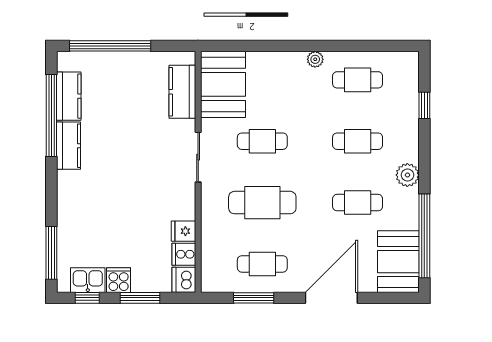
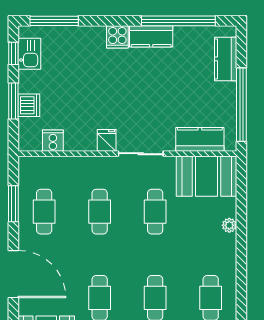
window: (110, 46) -> (241, 105), moved
plant: (315, 59) -> (229, 225), moved
kitchen counter: (69, 96) -> (226, 59), moved, turned 90
cafe table: (262, 203) -> (100, 212), width x0.73, depth x0.74
fridge: (184, 231) -> (107, 140), moved
cooker: (119, 280) -> (117, 37), moved, turned 90
dishwasher: (184, 280) -> (29, 105), moved, turned 90

